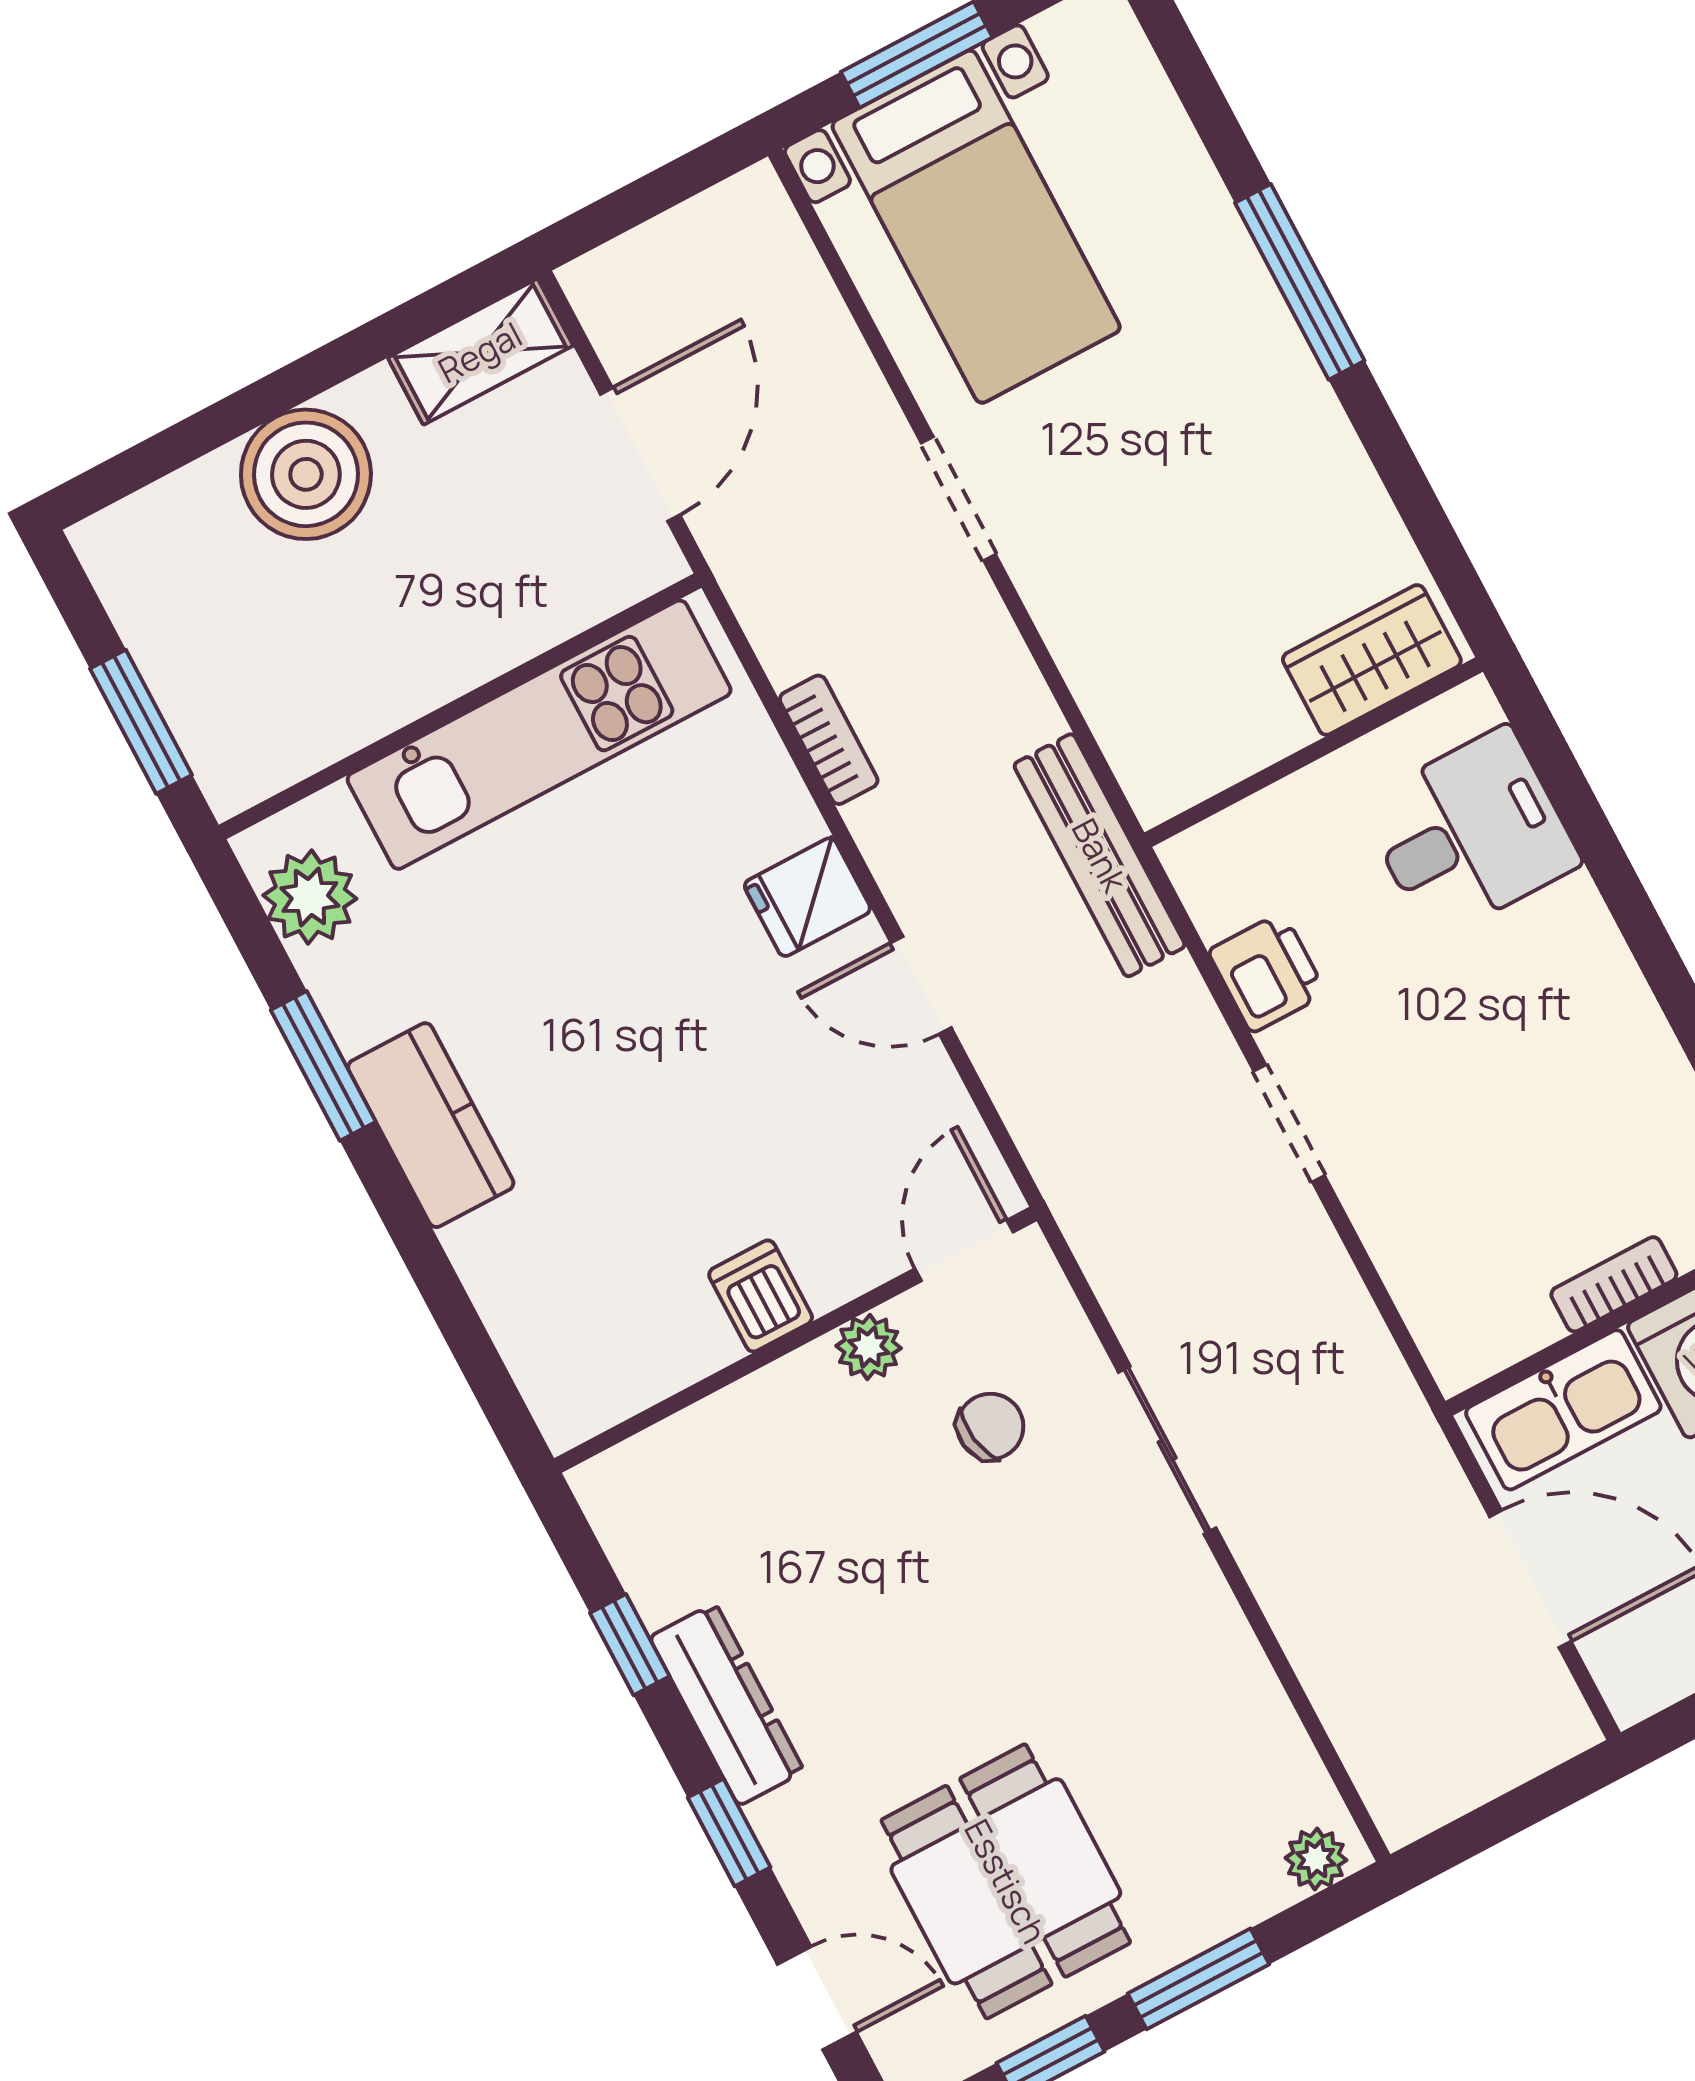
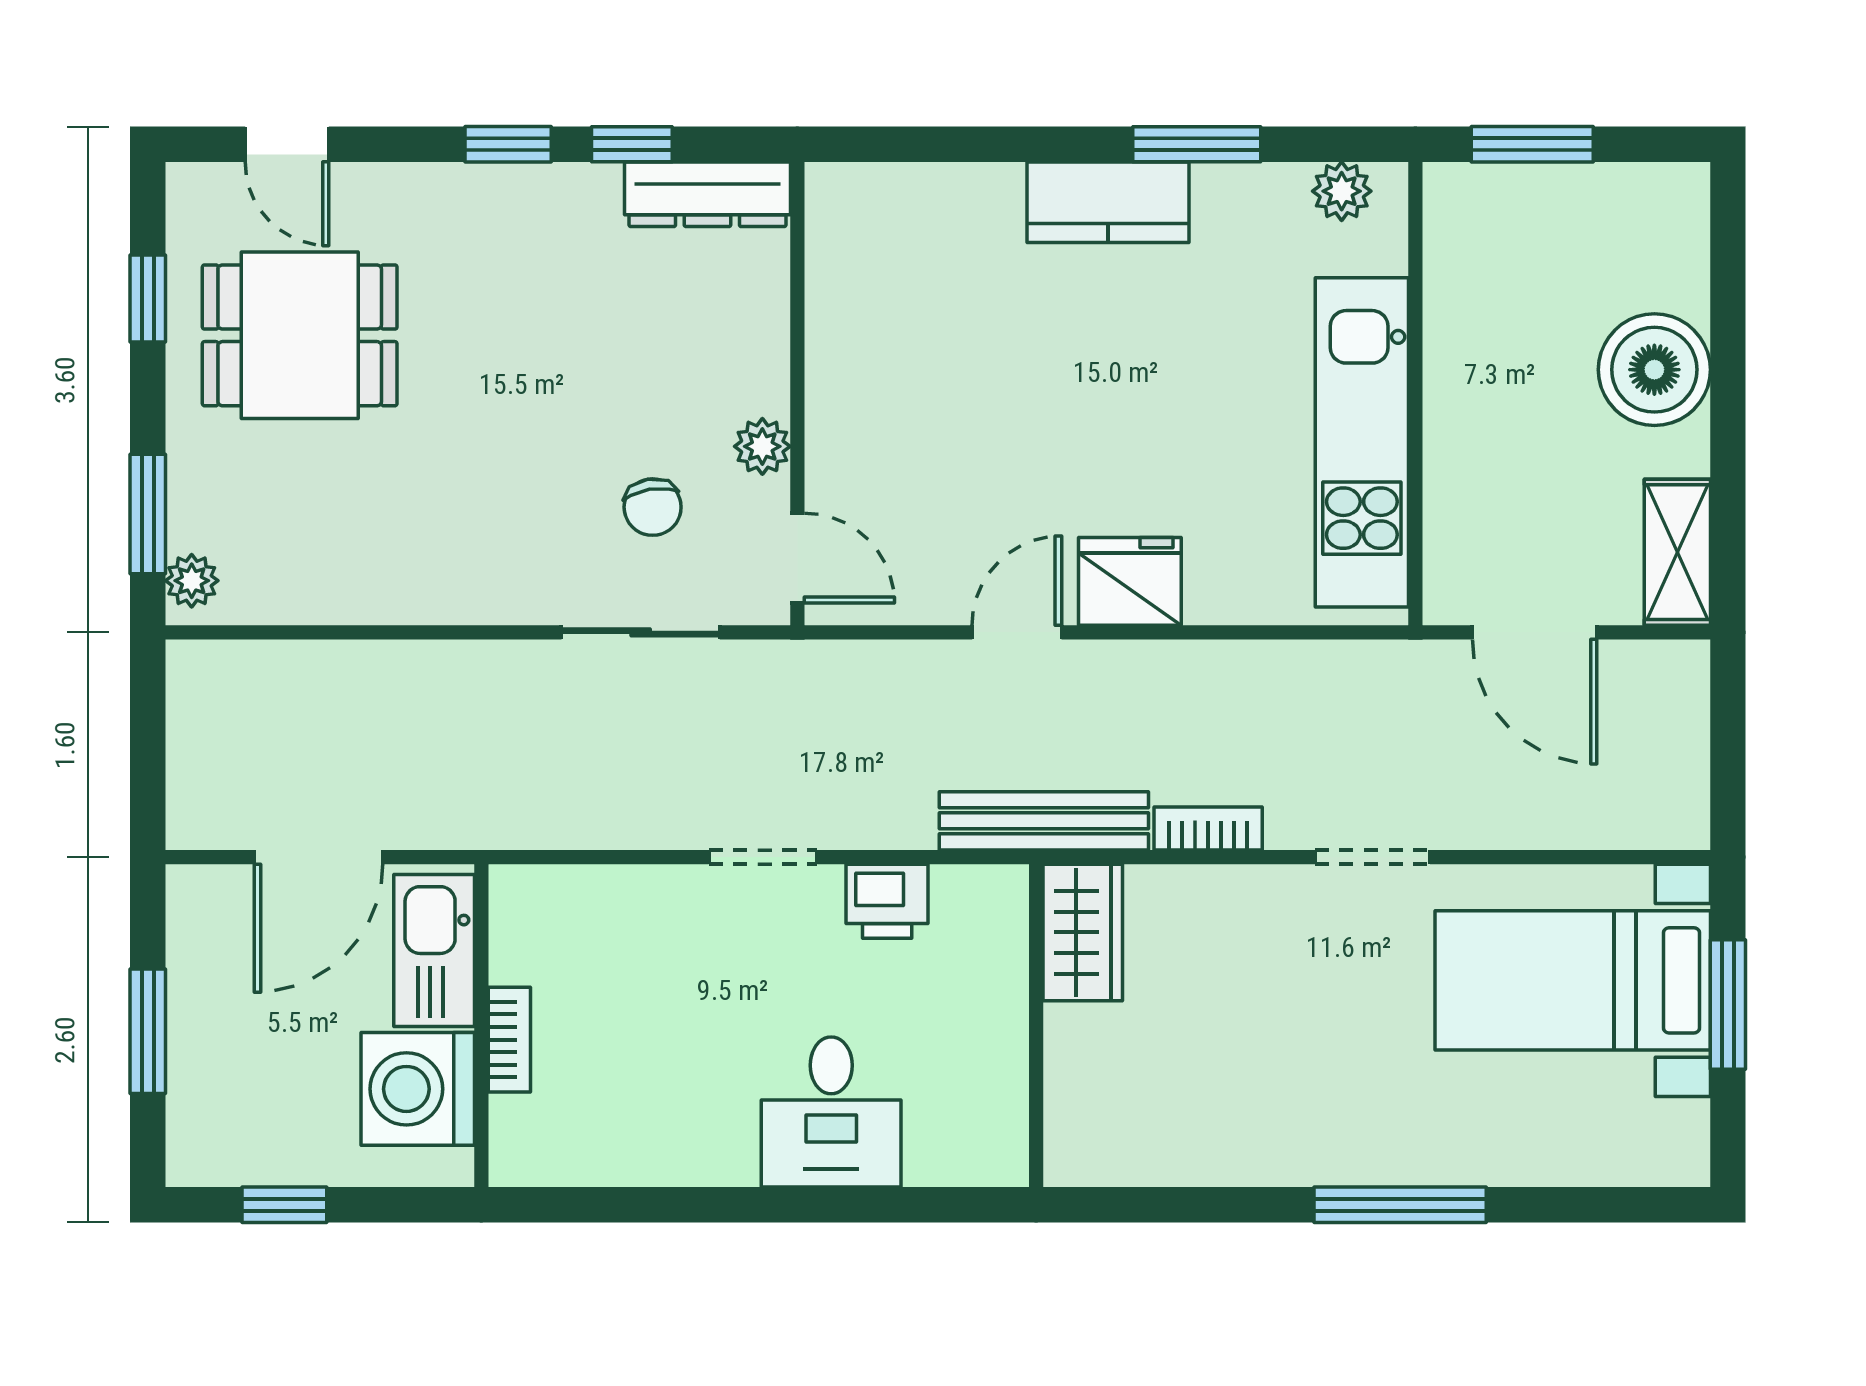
wardrobe: (1372, 660) -> (1083, 932), moved
bookcase: (829, 740) -> (1208, 828), moved, turned 180
desk: (1470, 833) -> (831, 1112), moved
plant: (310, 897) -> (1342, 191), width x0.73, depth x0.73
fridge: (807, 897) -> (1130, 581), width x1.38
dishwasher: (761, 1296) -> (845, 385), removed
sliding door: (1167, 1450) -> (641, 632), moved
dresser: (727, 1704) -> (707, 194), moved
window: (729, 1832) -> (508, 144), moved
window: (1199, 1979) -> (148, 514), moved
door: (817, 1998) -> (287, 144), hinge flipped

